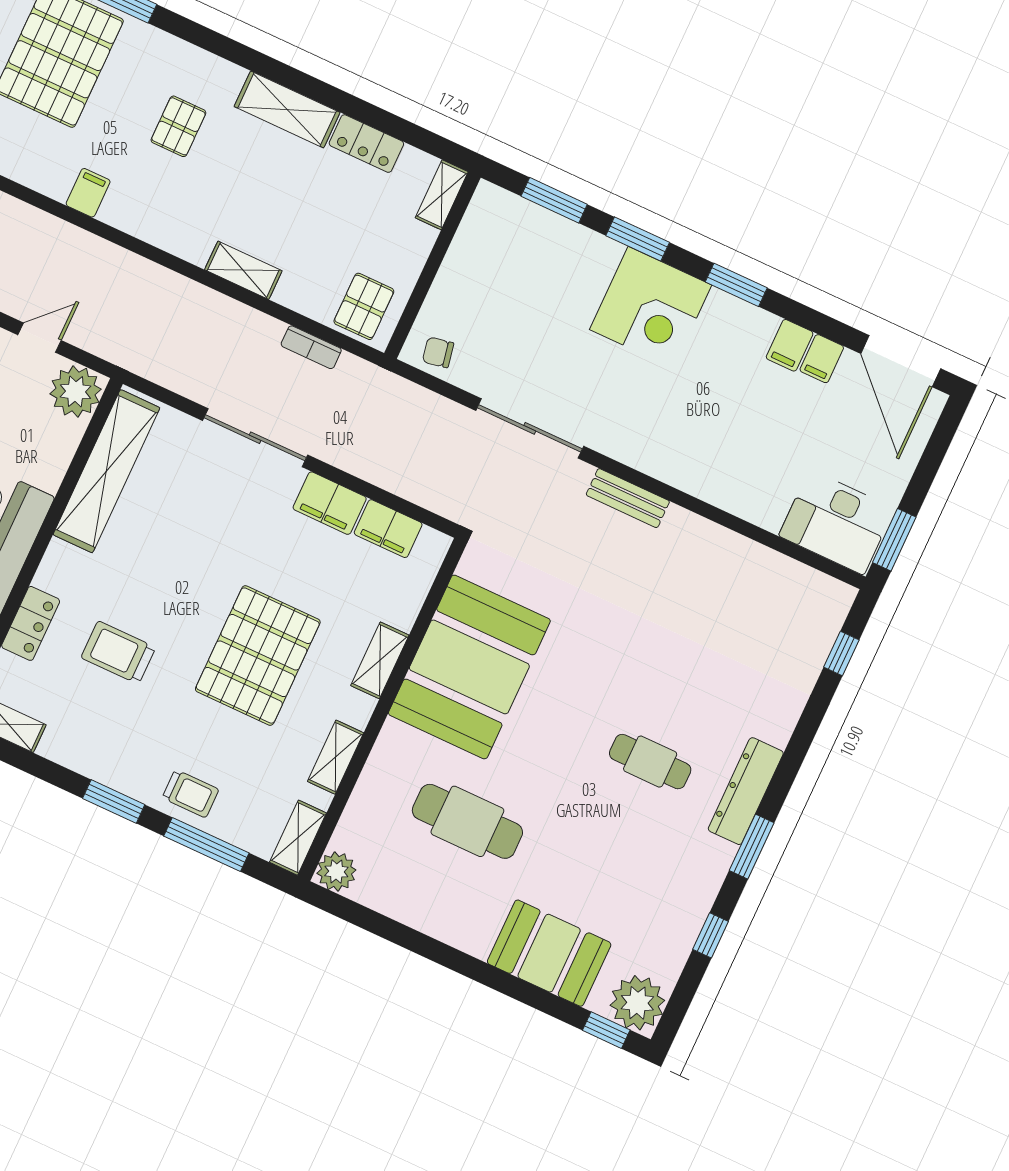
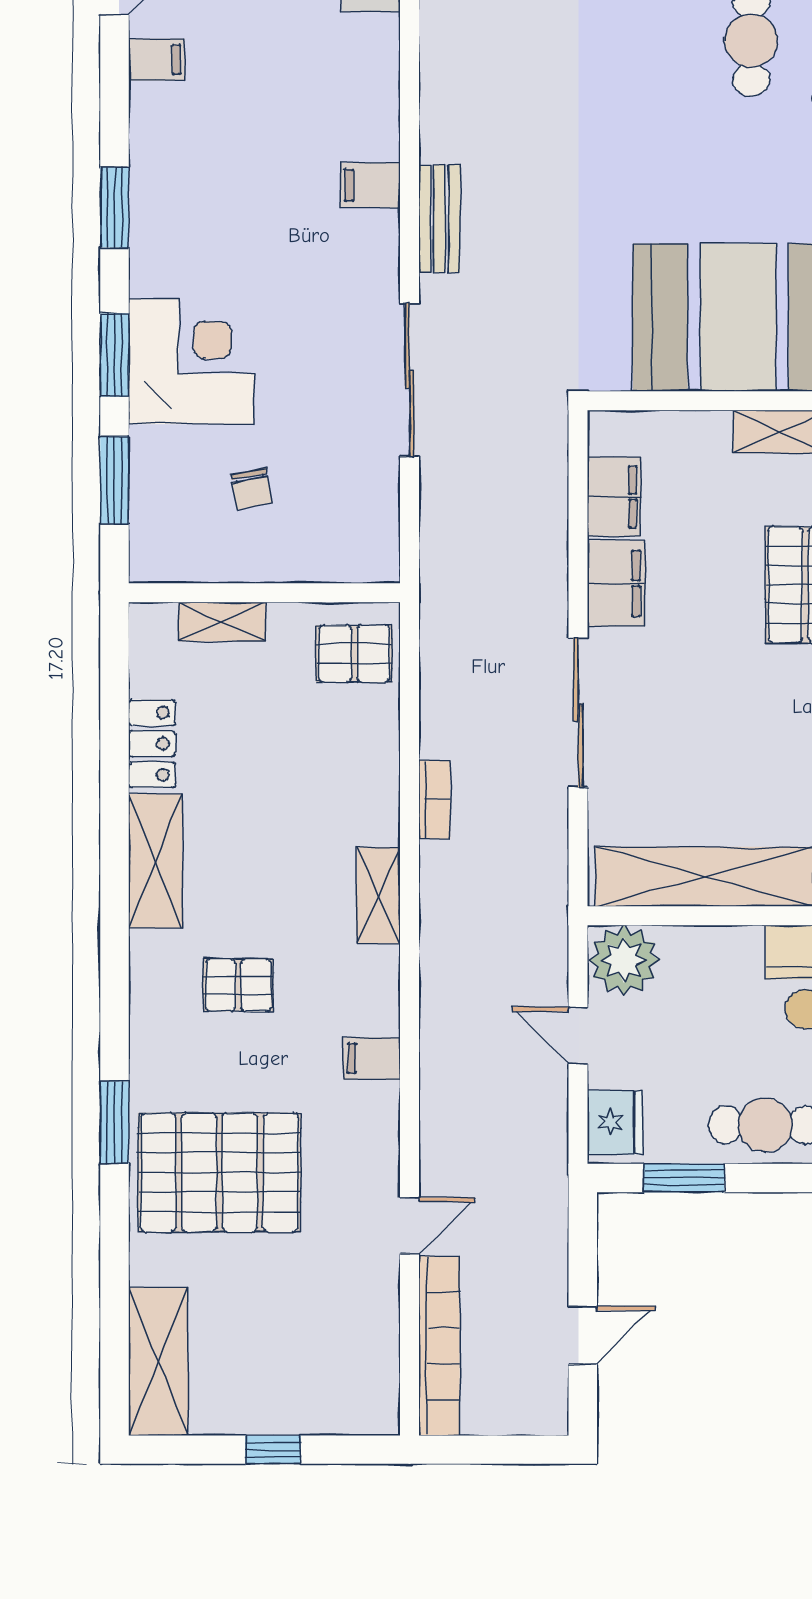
shelving: (442, 195) -> (222, 622), moved
shelving: (243, 270) -> (378, 896), moved
corner desk: (651, 307) -> (191, 361), moved
filing cabinet: (790, 345) -> (370, 185), moved, turned 180
bookcase: (311, 347) -> (435, 800), moved
chair: (438, 352) -> (252, 489), moved

